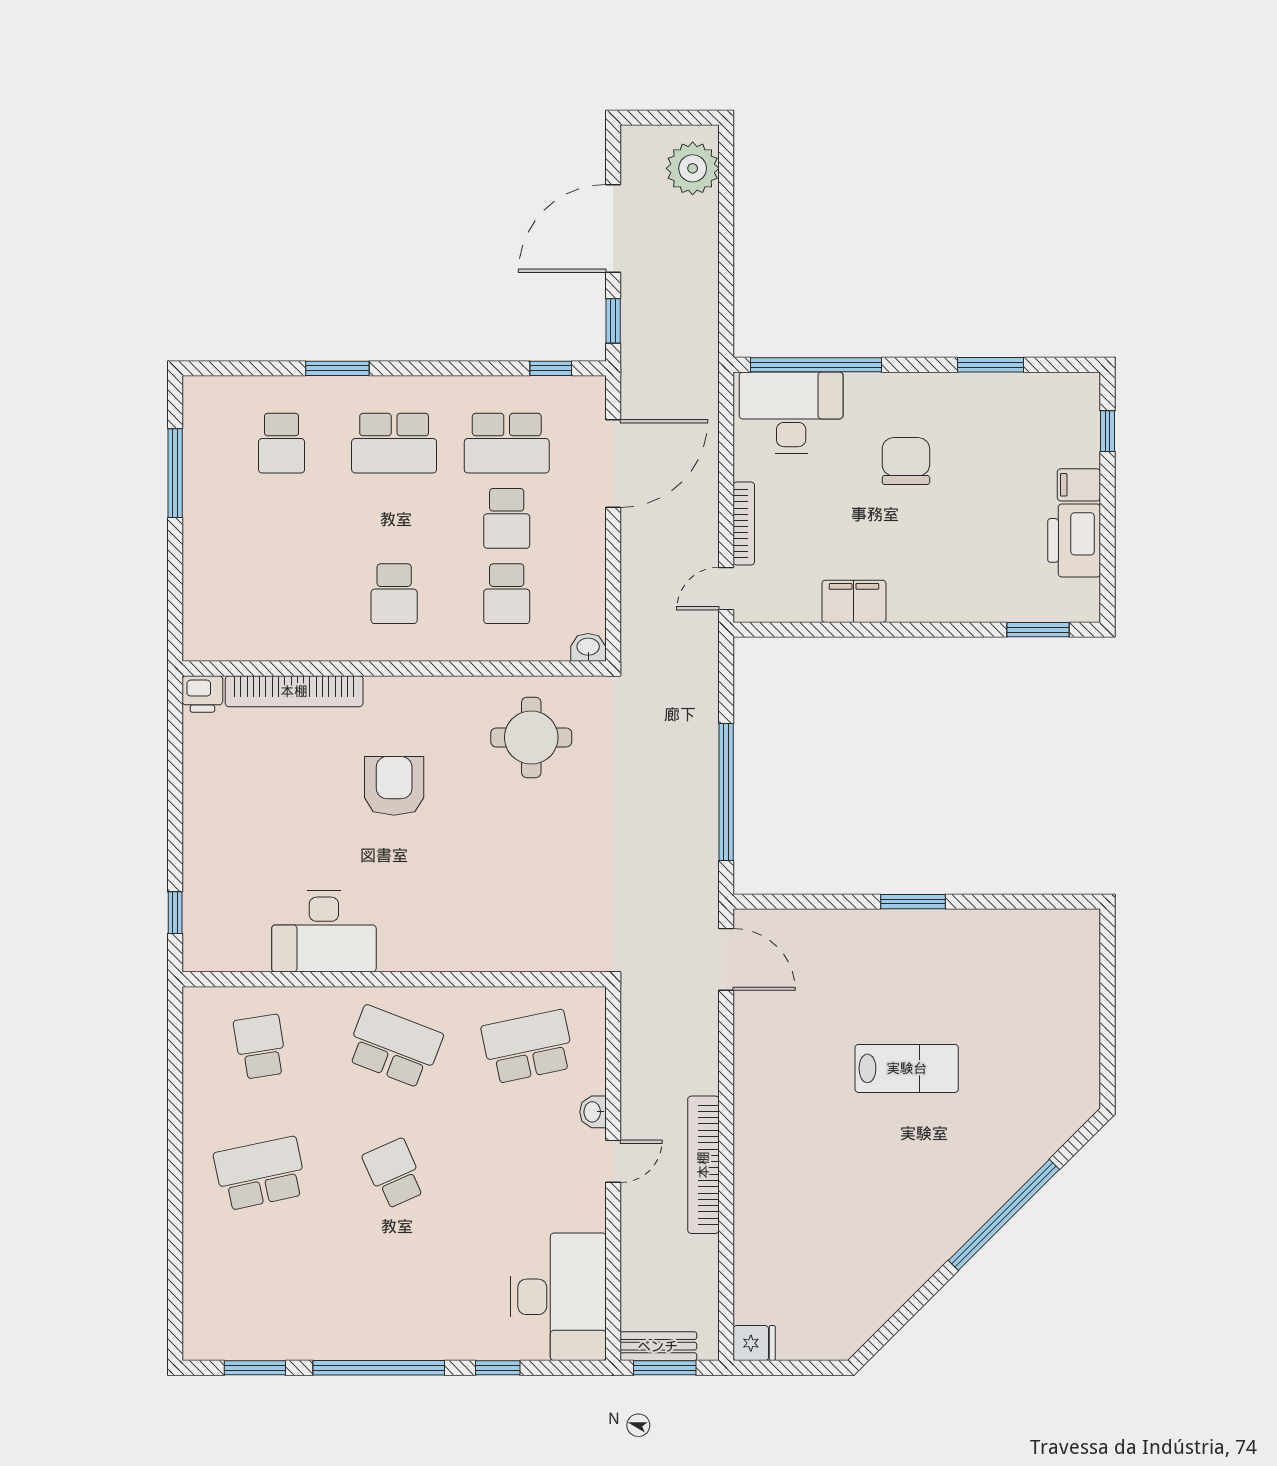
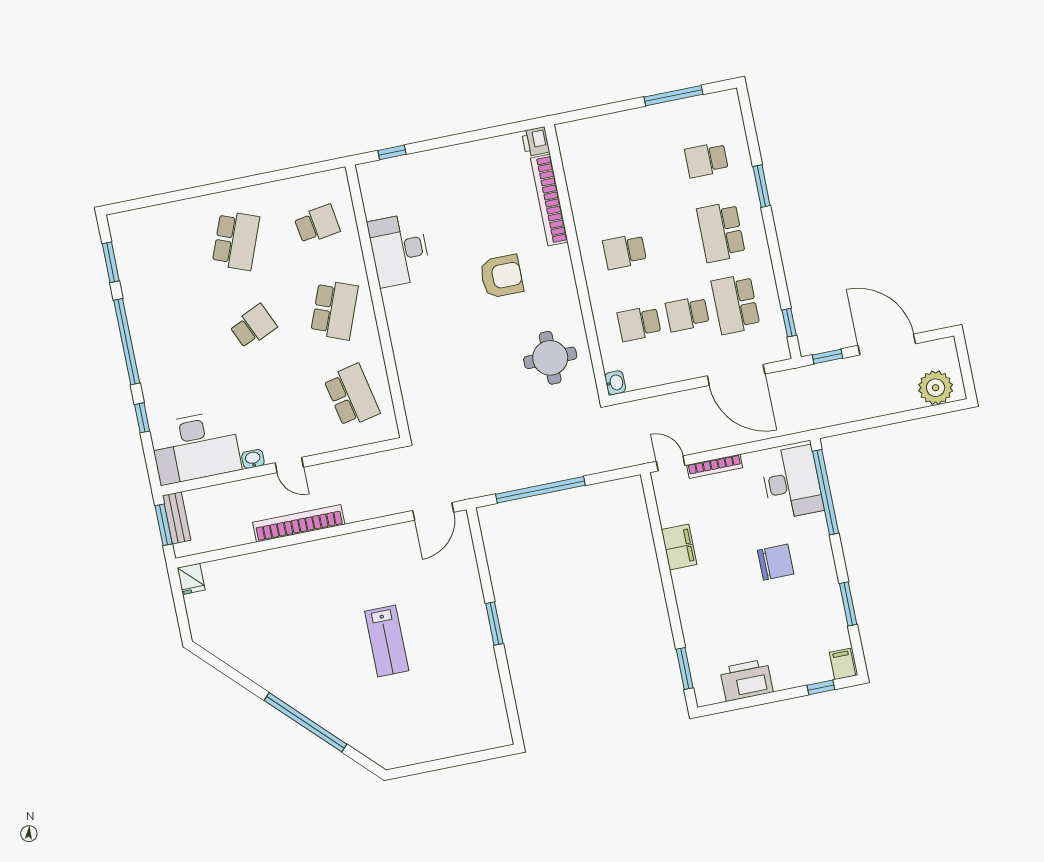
filing cabinet: (1079, 485) -> (843, 664), moved
washbasin: (593, 1112) -> (253, 459), moved
school desk: (260, 1174) -> (236, 241), turned 33

